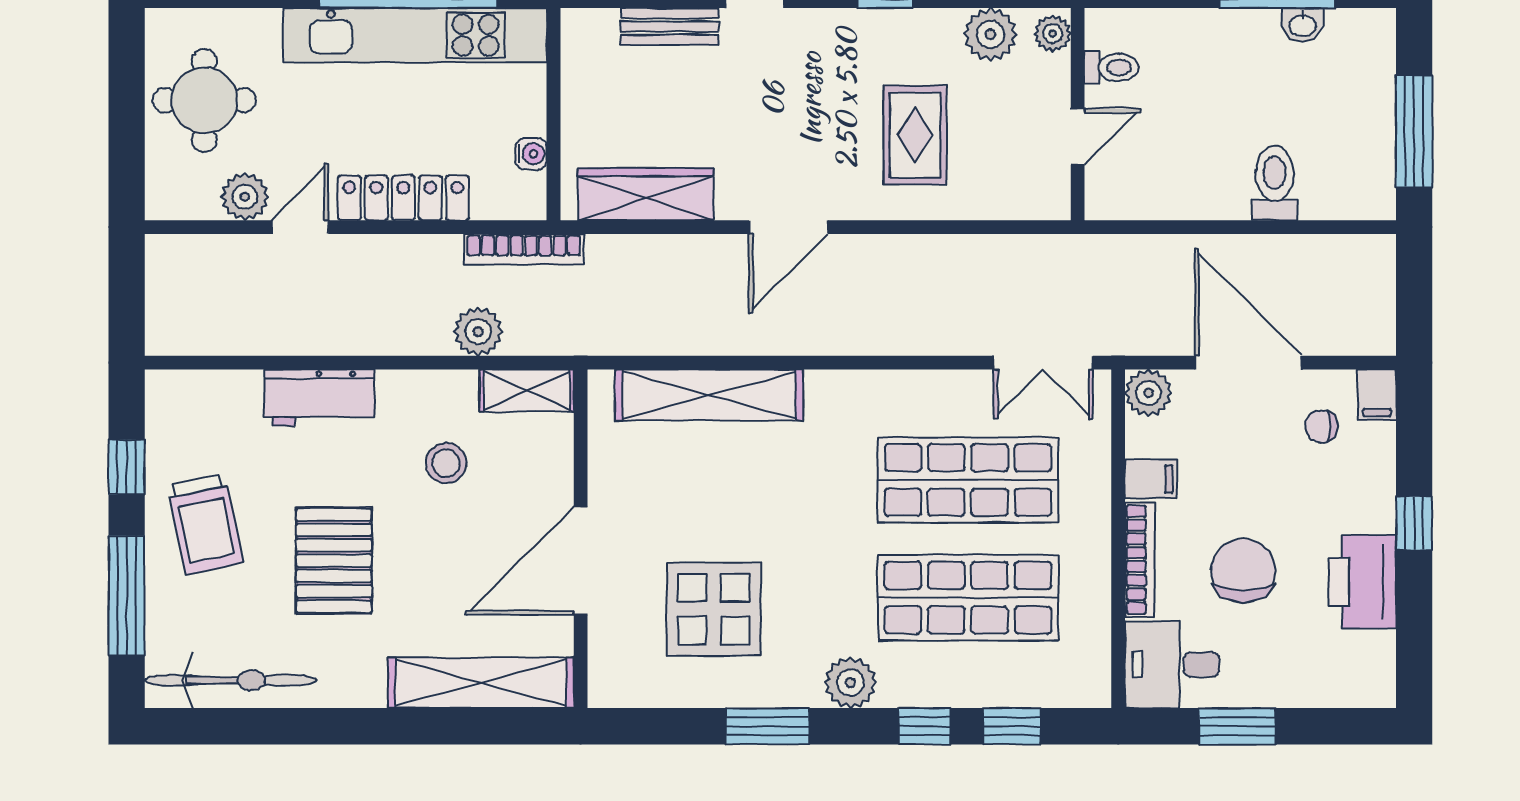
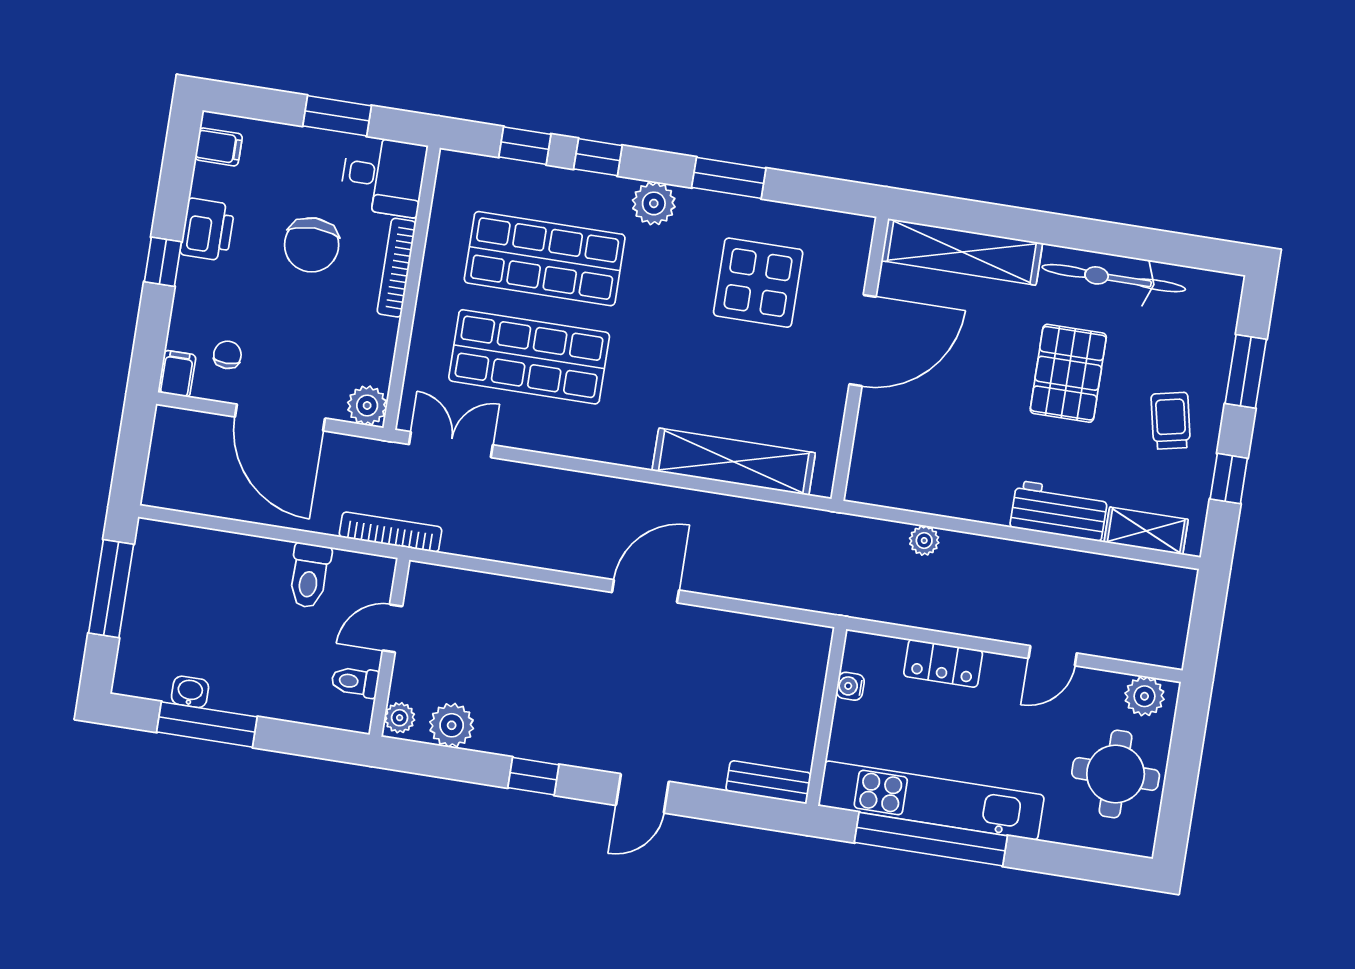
bench: (670, 27) -> (769, 782), moved
rug: (915, 135) -> (528, 651), removed
toilet: (1275, 183) -> (309, 576), moved
wardrobe: (646, 194) -> (760, 638), removed
plant: (245, 197) -> (1144, 696), moved
locker: (403, 198) -> (943, 663), width x0.66
bookcase: (524, 249) -> (391, 532), moved
plant: (478, 331) -> (924, 540), width x0.73, depth x0.73
shelving: (527, 391) -> (1146, 531), moved
chair: (1321, 426) -> (227, 355), turned -90
stool: (446, 463) -> (962, 440), removed
filing cabinet: (1151, 479) -> (219, 147), moved, turned 180
trolley: (205, 524) -> (1171, 421), width x0.73, depth x0.72
printer: (1362, 582) -> (208, 230), width x0.73, depth x0.84
window: (127, 596) -> (1246, 371), width x0.69
bicycle: (231, 680) -> (1114, 278), moved

